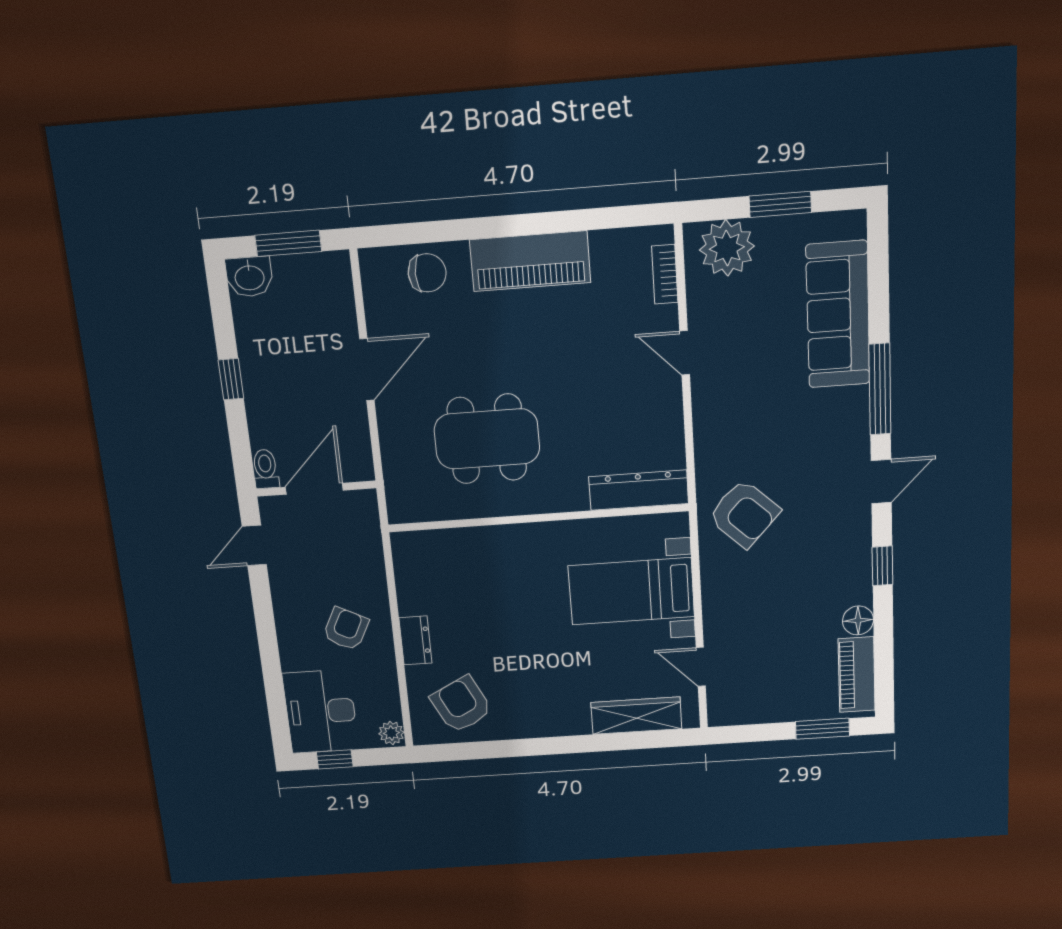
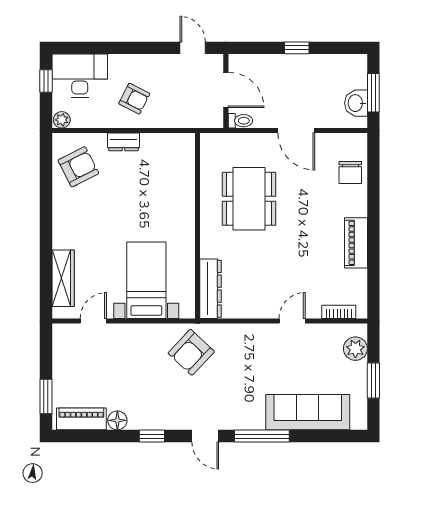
plant: (727, 248) -> (355, 349), width x0.73, depth x0.73
piano: (530, 261) -> (356, 243), width x0.73, depth x0.75
washbasin: (249, 277) -> (356, 103), moved
toilet: (265, 469) -> (240, 121), moved

